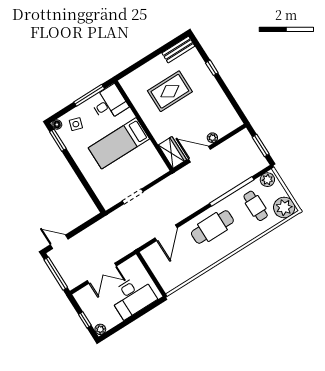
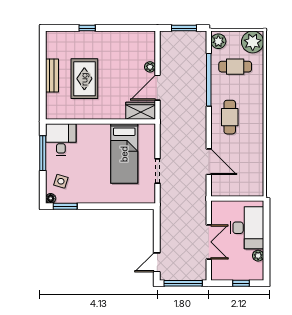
bench: (178, 50) -> (52, 76), moved
bed: (119, 143) -> (124, 154), moved
cafe table: (212, 227) -> (230, 117), width x0.73, depth x0.74
plant: (100, 329) -> (258, 256), moved

